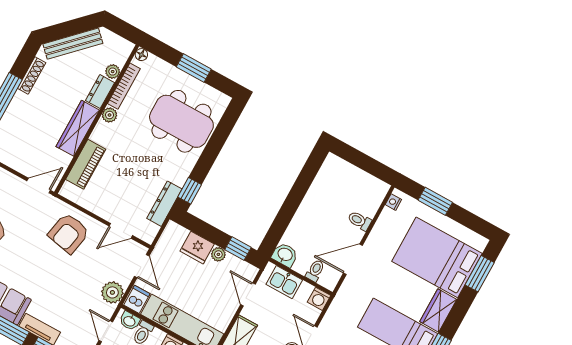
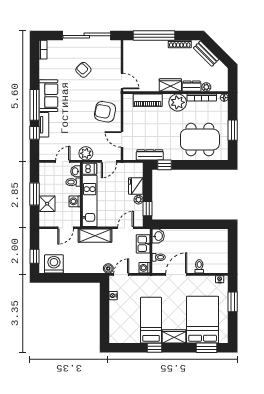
bench: (73, 44) -> (206, 54), width x0.73
plant: (110, 115) -> (178, 102), width x1.87, depth x1.87
dining table: (181, 121) -> (200, 140), turned 90
wardrobe: (78, 128) -> (170, 85), width x0.67
door: (353, 259) -> (176, 274), hinge flipped

